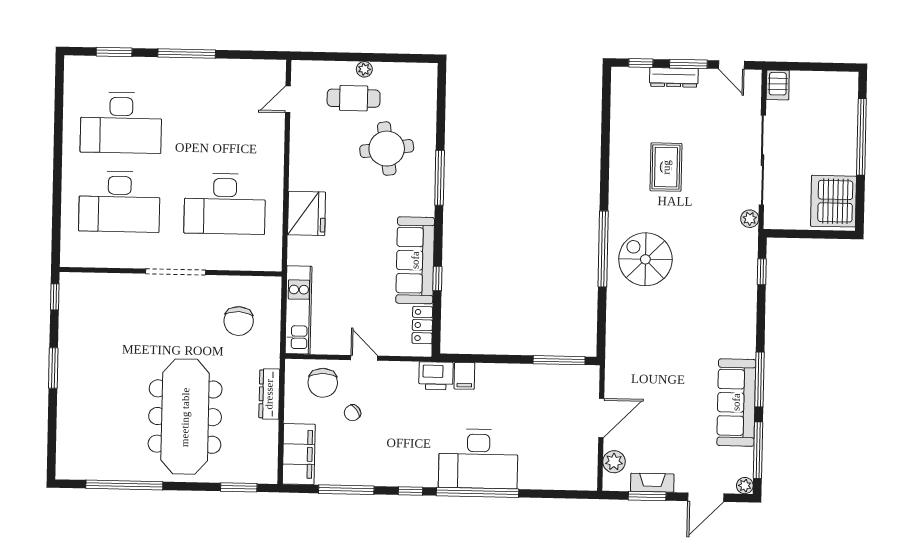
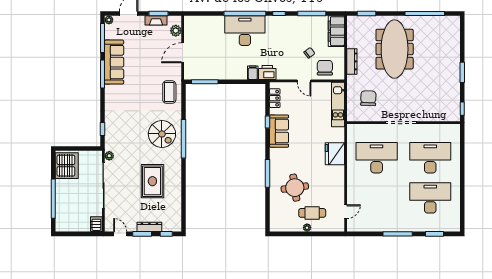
rug: (666, 167) -> (152, 181), width x1.36, depth x1.43
sofa: (415, 260) -> (279, 131), width x0.73
coffee table: (629, 341) -> (169, 92), added

